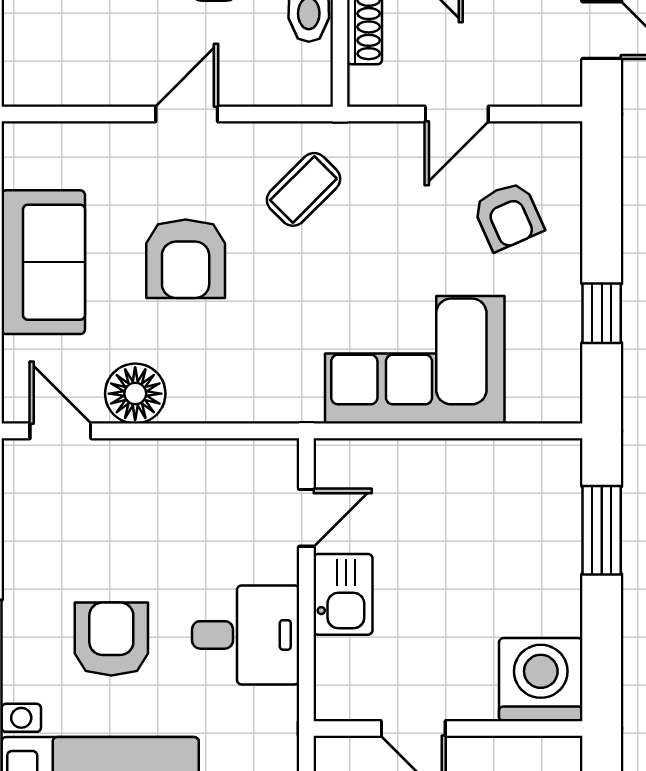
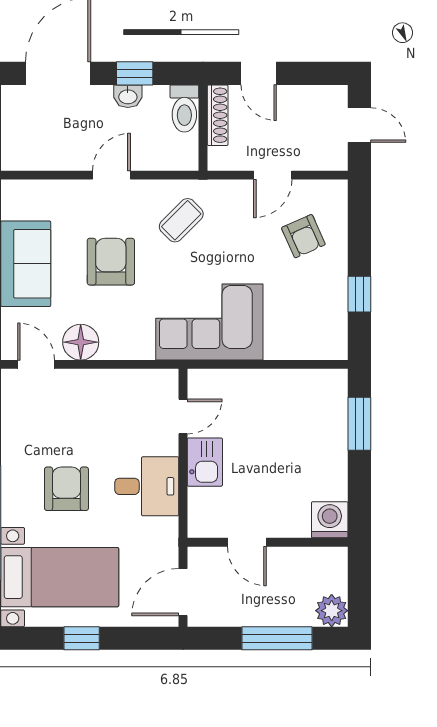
armchair: (186, 259) -> (111, 262), turned 180
corner sofa: (415, 360) -> (209, 322), moved
washing machine: (541, 680) -> (330, 520), width x0.73, depth x0.73

